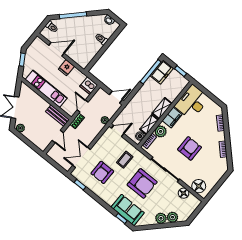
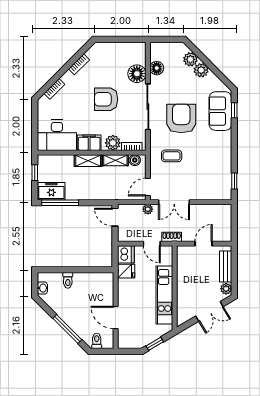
fridge: (66, 68) -> (126, 271), moved
door: (83, 106) -> (152, 244), hinge flipped
bench: (57, 116) -> (226, 266), moved
door: (118, 131) -> (148, 187), hinge flipped
double door: (81, 157) -> (174, 202), moved
armchair: (102, 172) -> (203, 168), removed
floor lamp: (199, 186) -> (137, 74), moved

